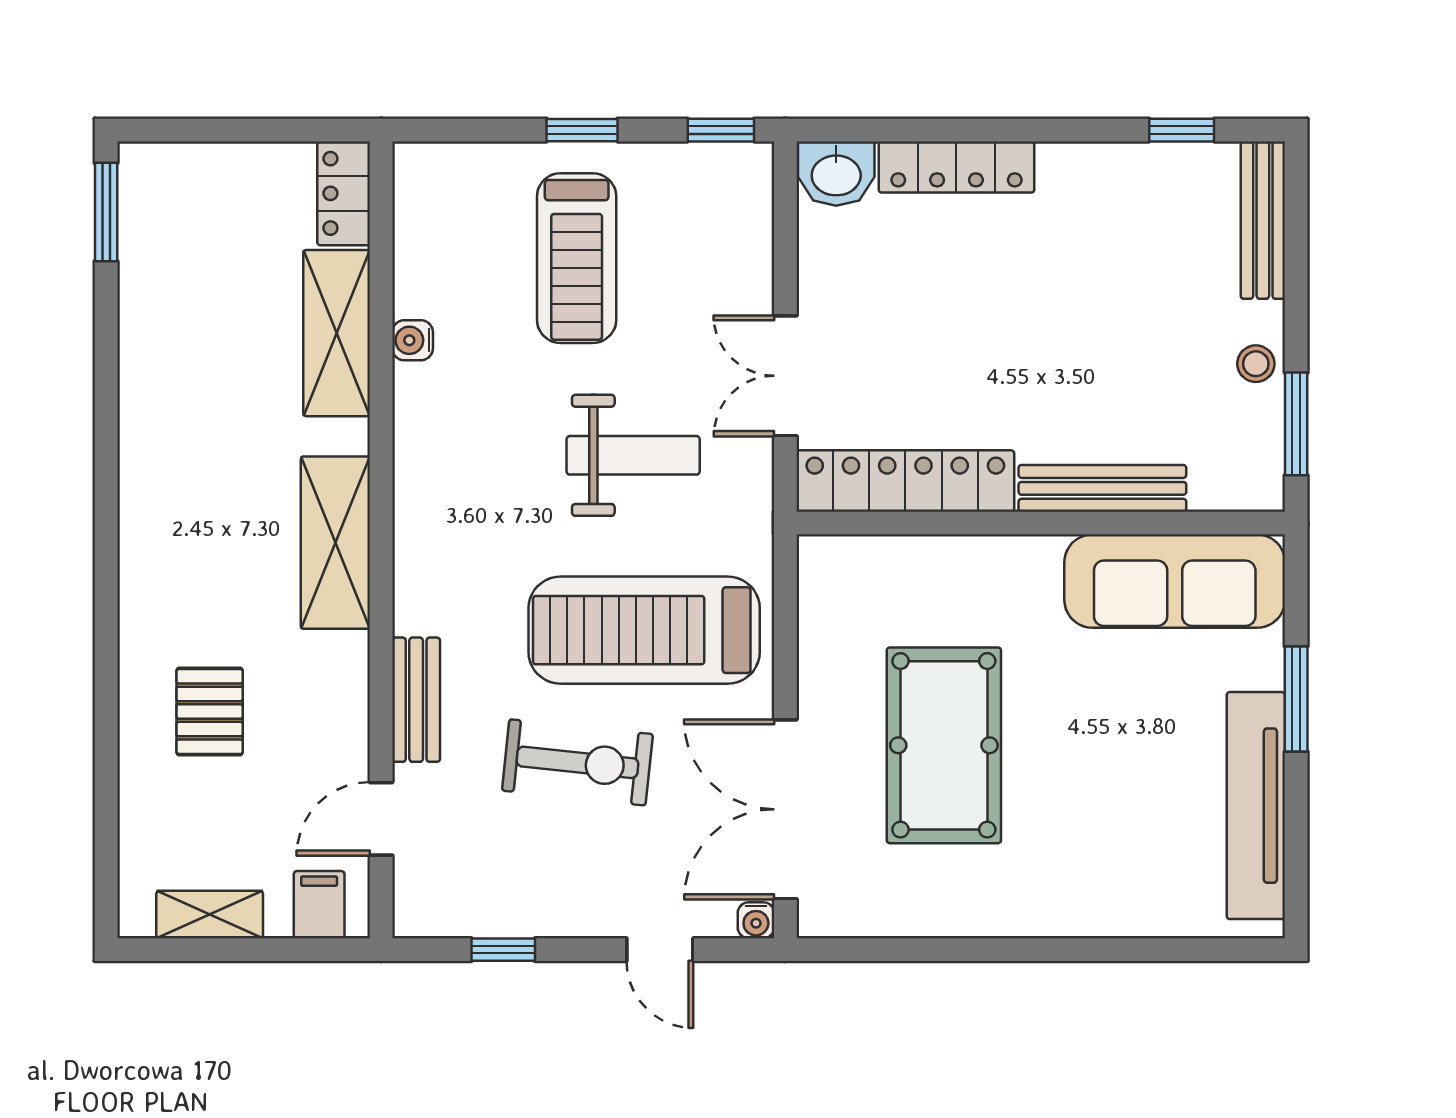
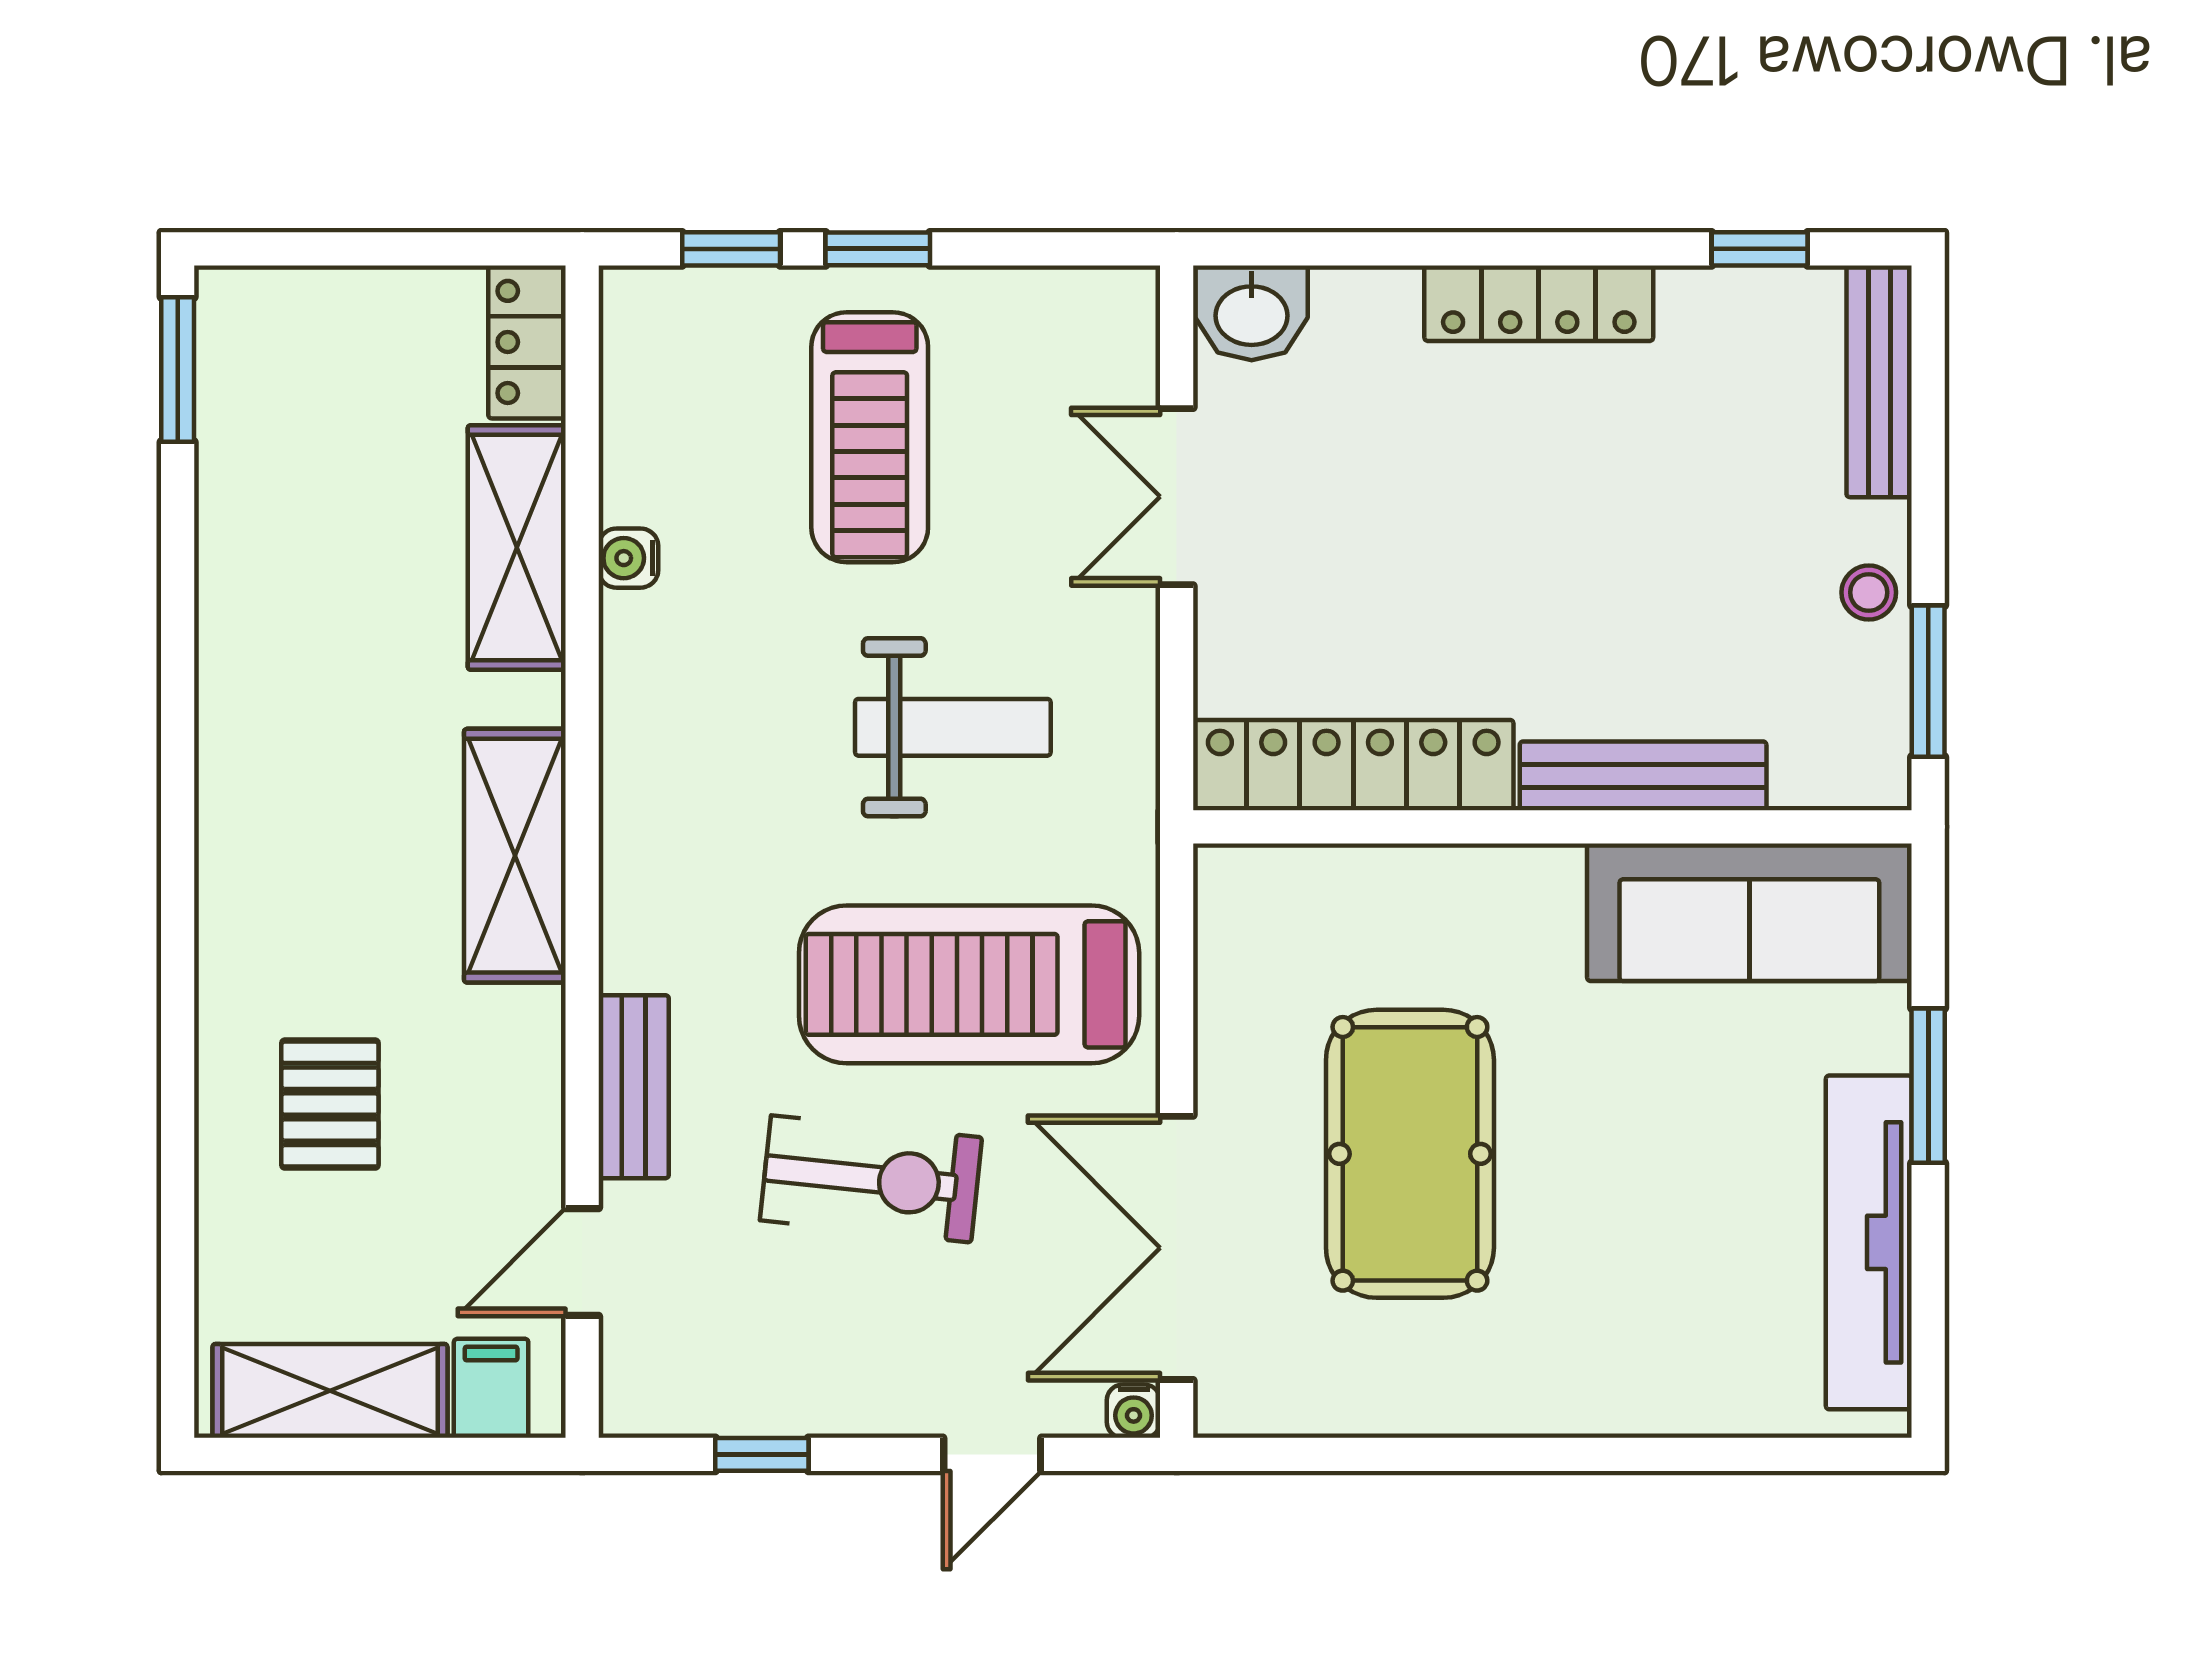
window: (721, 130) -> (731, 249), moved
locker: (956, 167) -> (1539, 303), moved
double door: (785, 376) -> (1177, 497), moved
shelving: (210, 914) -> (330, 1391), width x1.50, depth x1.33
door: (660, 950) -> (992, 1454), hinge flipped

